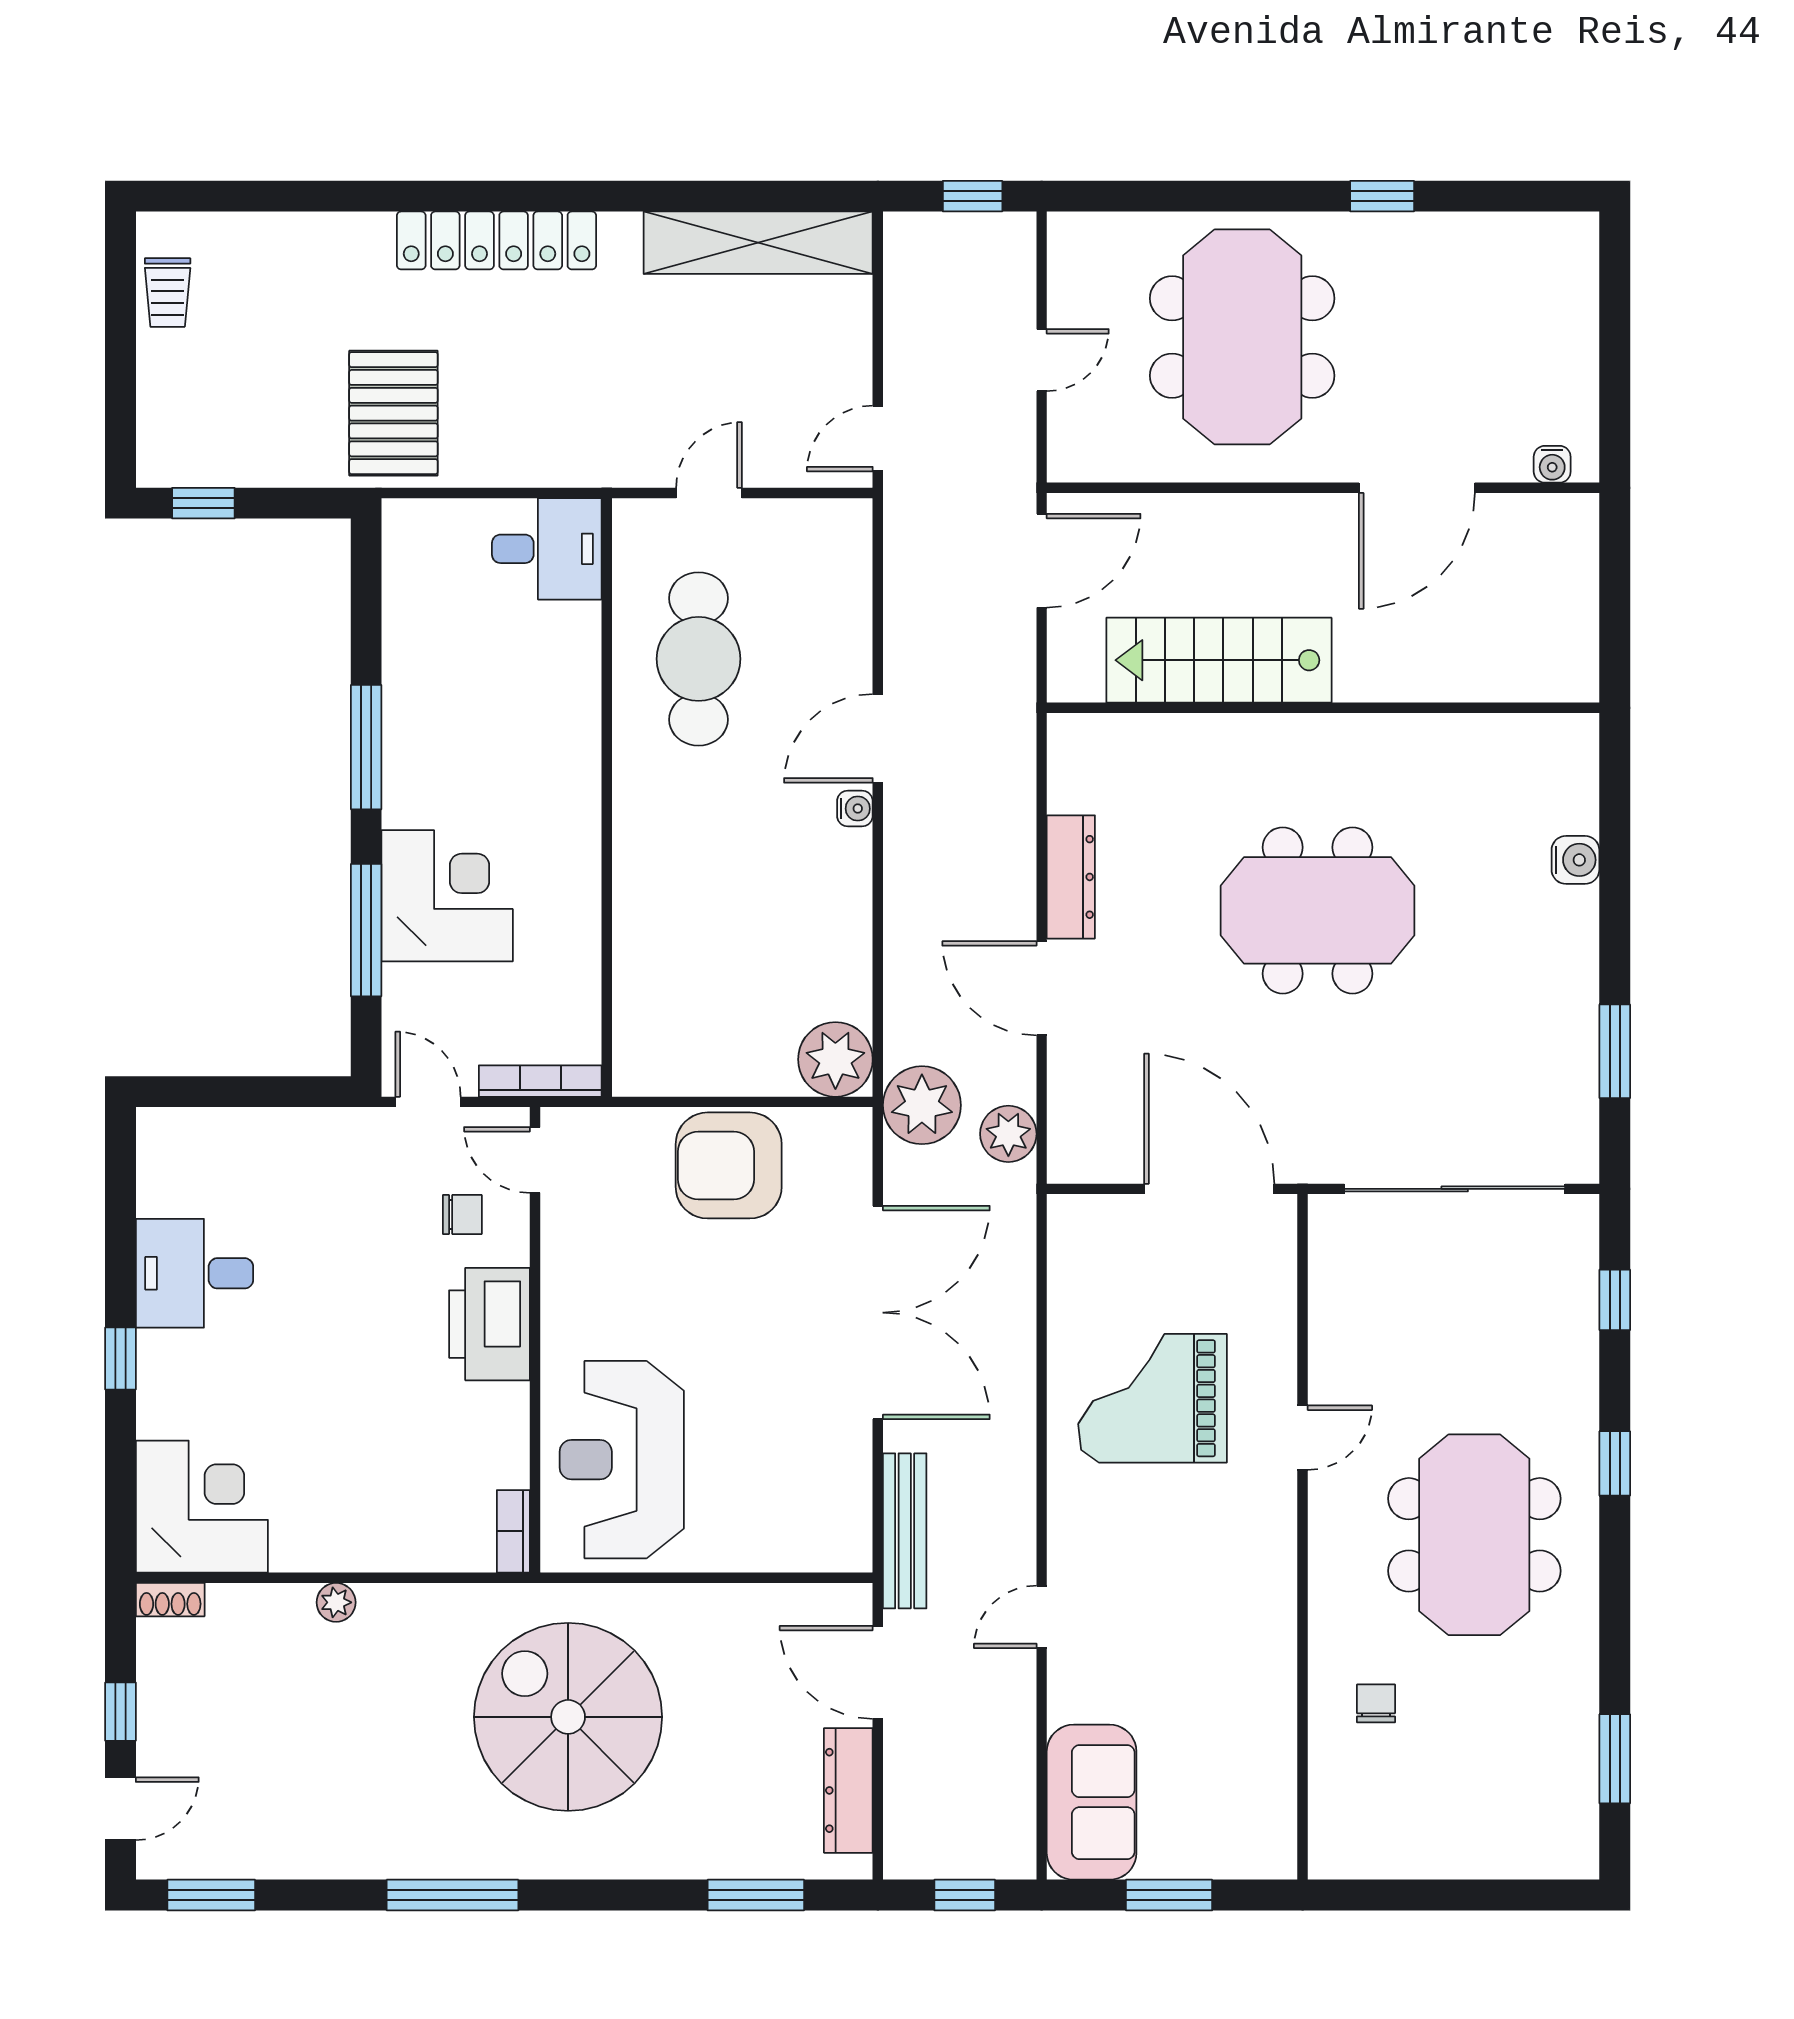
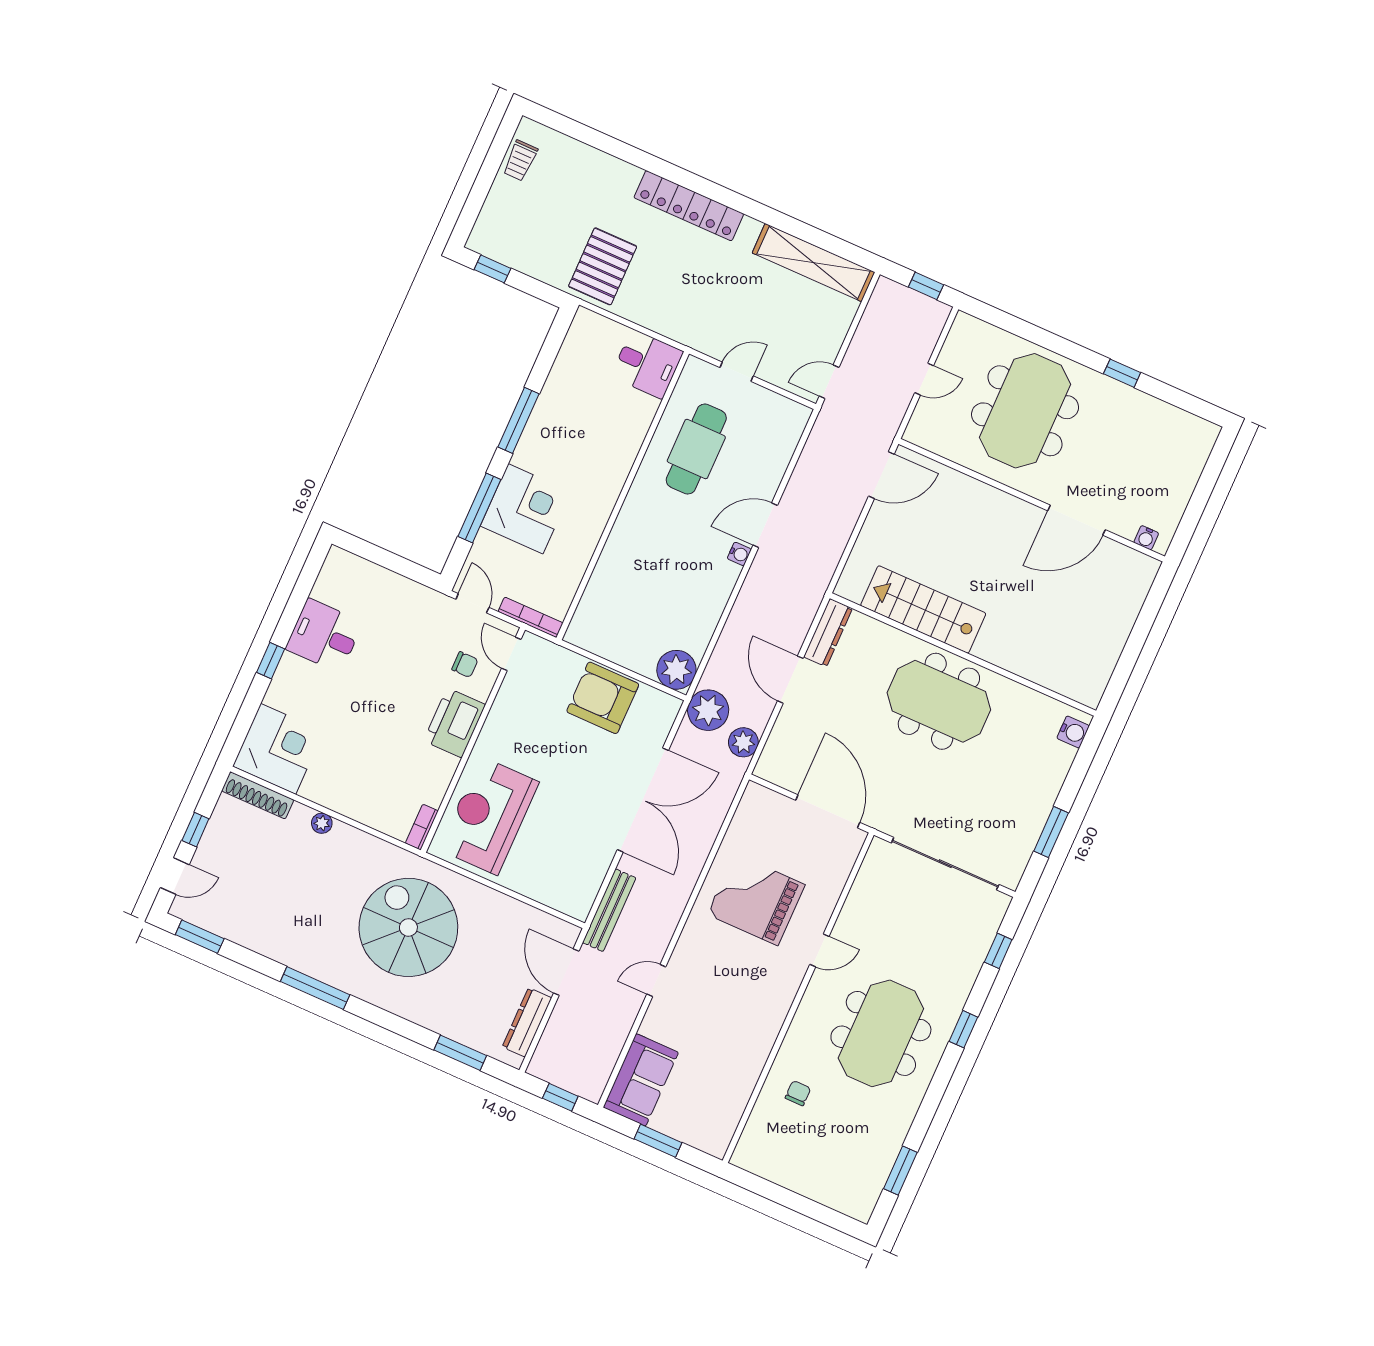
stairs: (1219, 660) -> (923, 609), moved
wall: (1323, 708) -> (963, 654), moved
shoe rack: (170, 1600) -> (258, 795), width x1.94, depth x1.24

